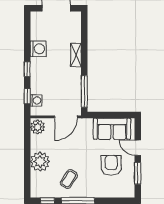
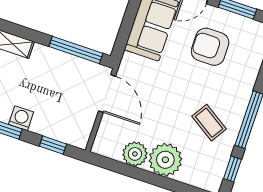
washing machine: (36, 100) -> (21, 118), moved
plant: (38, 127) -> (135, 154), moved

